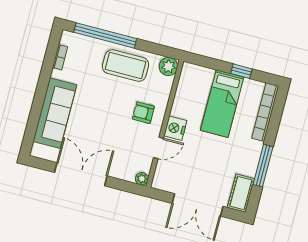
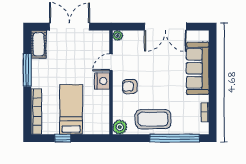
armchair: (143, 113) -> (130, 87), turned 180

